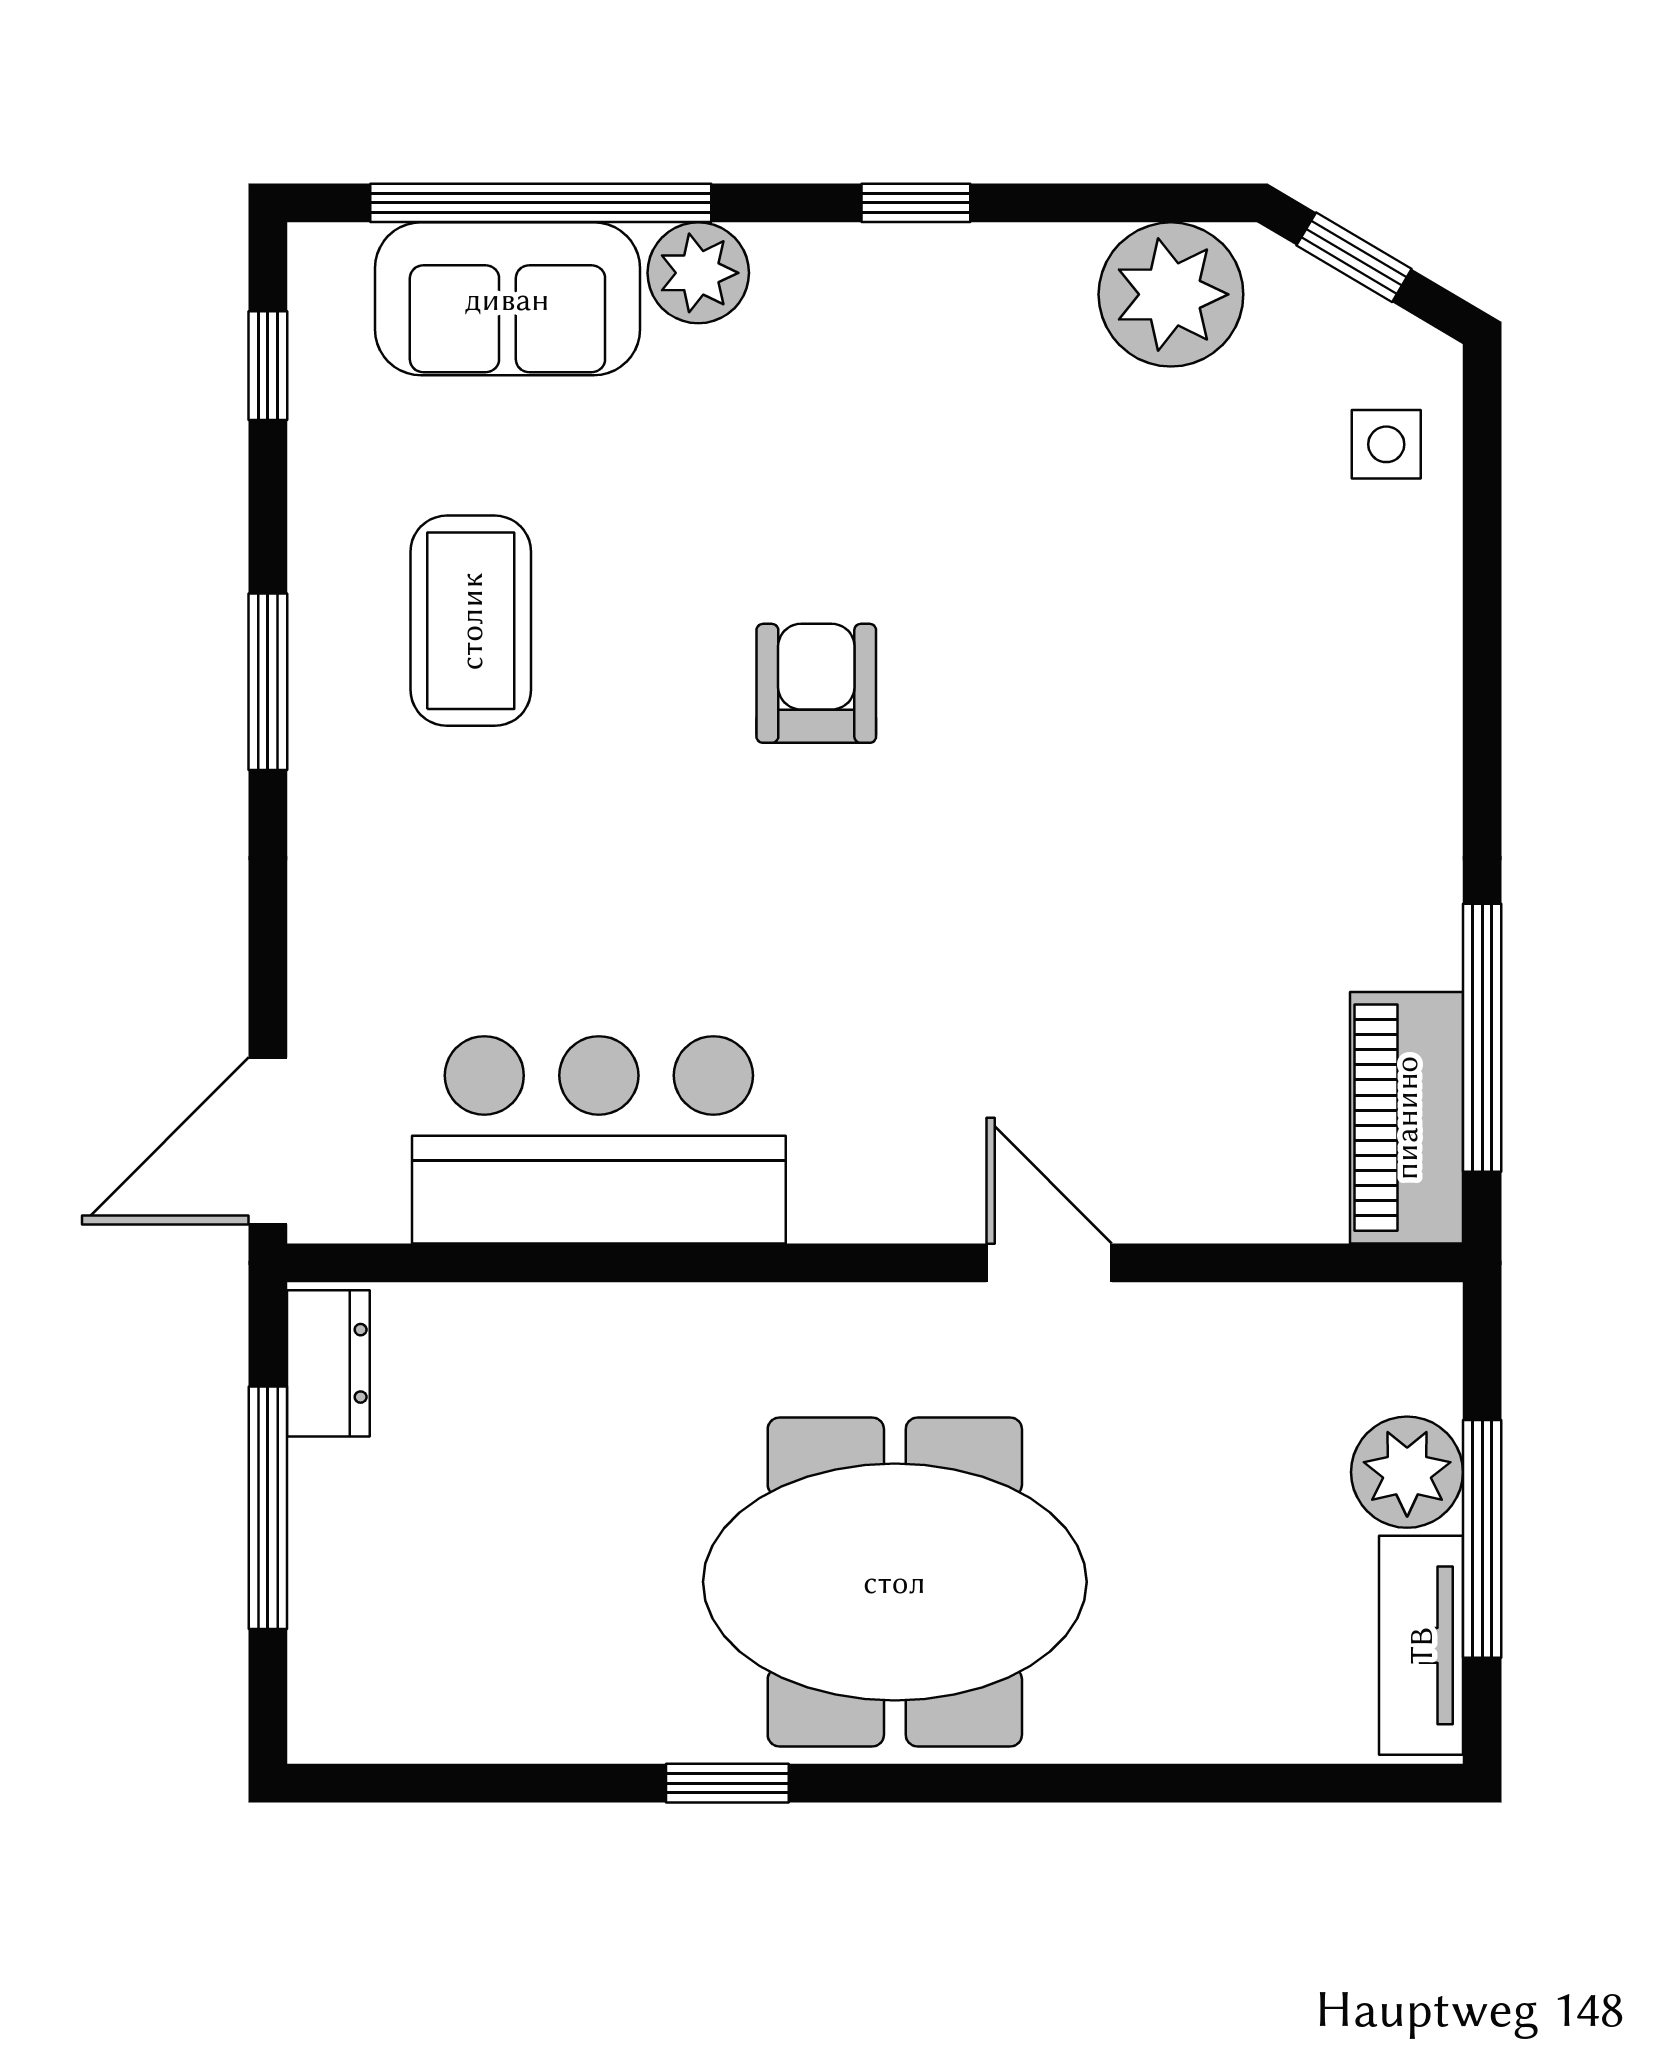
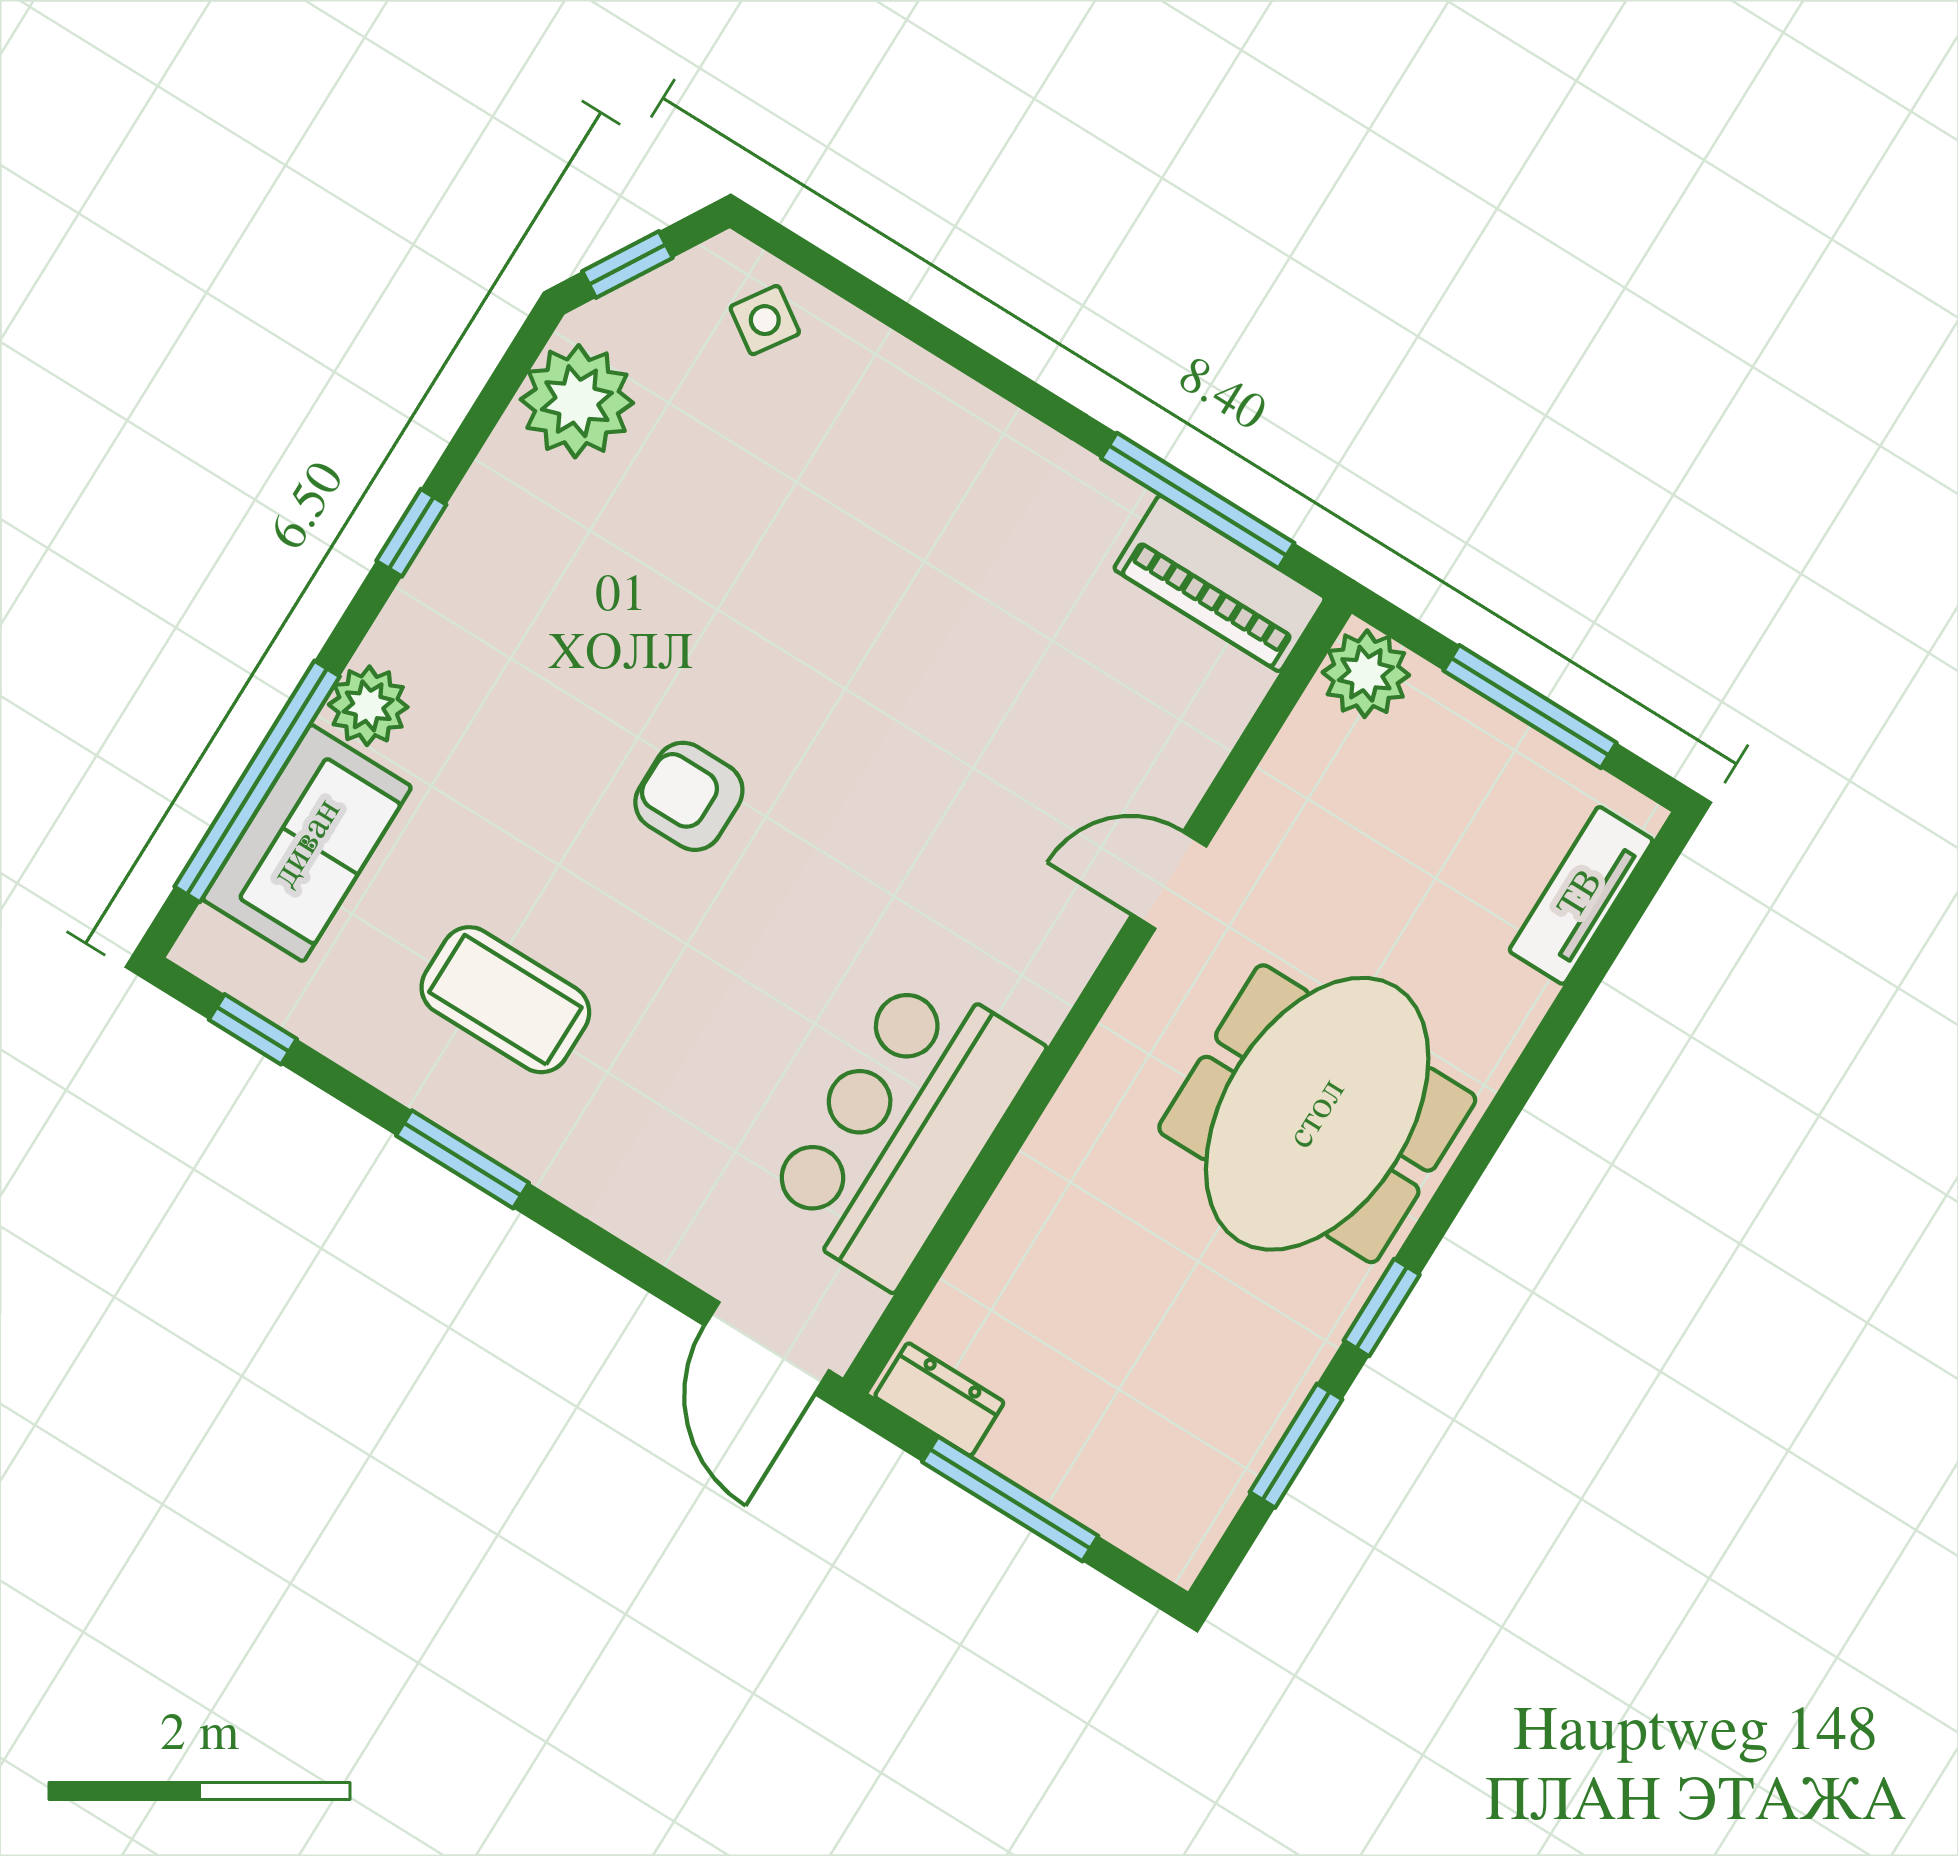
side table: (1386, 444) -> (765, 320), turned 34
plant: (1407, 1472) -> (1366, 674), moved
tv unit: (1421, 1645) -> (1581, 895), moved, turned 90
window: (519, 1783) -> (1296, 1446), added

